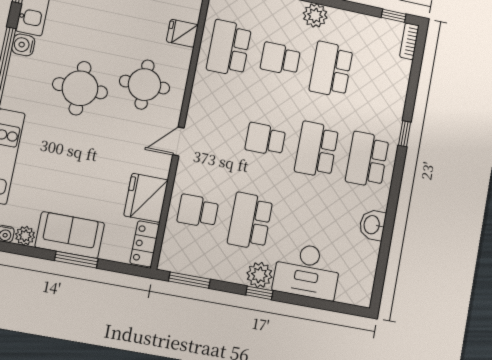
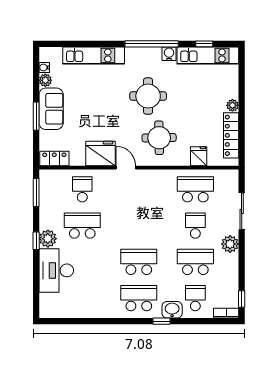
school desk: (265, 139) -> (195, 298), moved
fridge: (146, 198) -> (100, 153), moved
washbasin: (372, 225) -> (172, 310), moved

